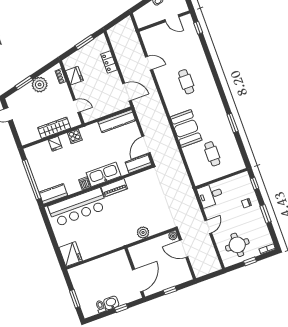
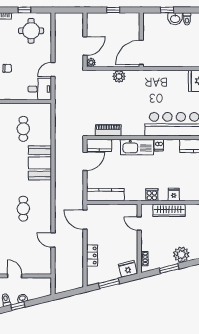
fridge: (74, 76) -> (128, 269), moved, turned 76
window: (24, 83) -> (169, 269), moved
plant: (40, 85) -> (181, 255), moved
piano: (114, 188) -> (108, 130), moved
door: (208, 227) -> (53, 69), moved
door: (184, 249) -> (85, 46), hinge flipped
door: (138, 280) -> (141, 52), moved

